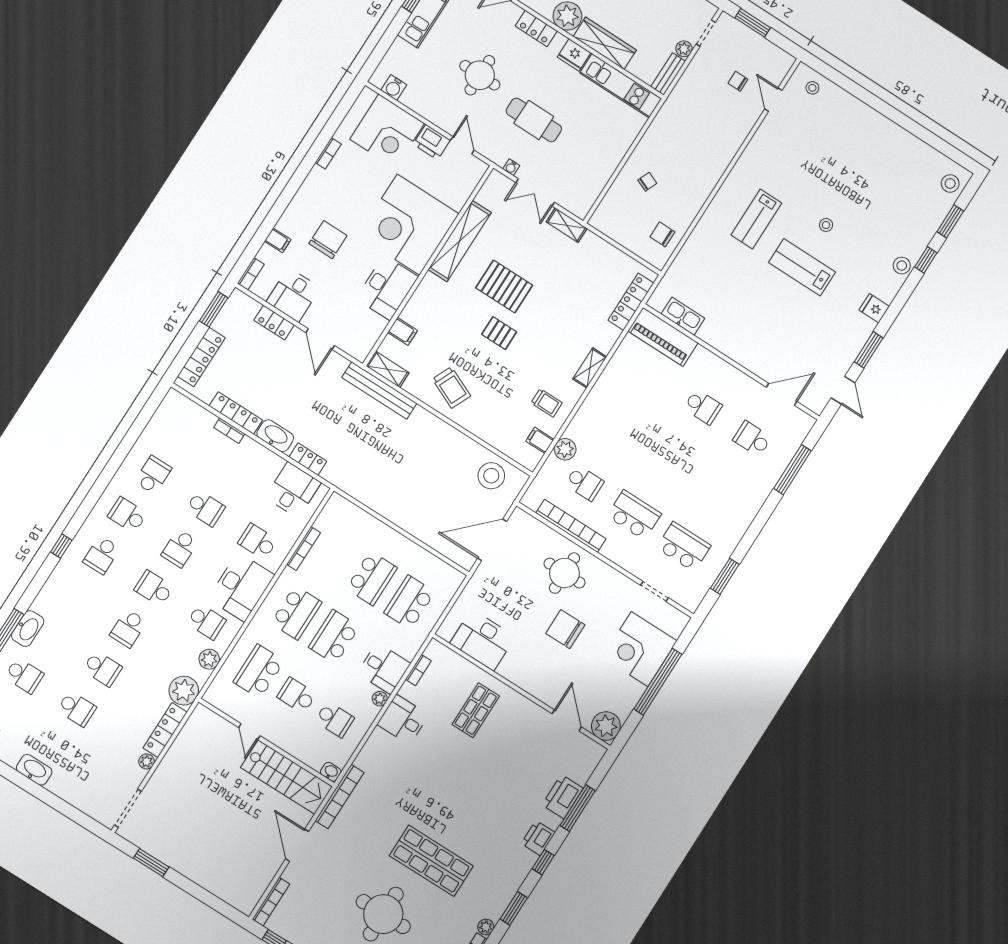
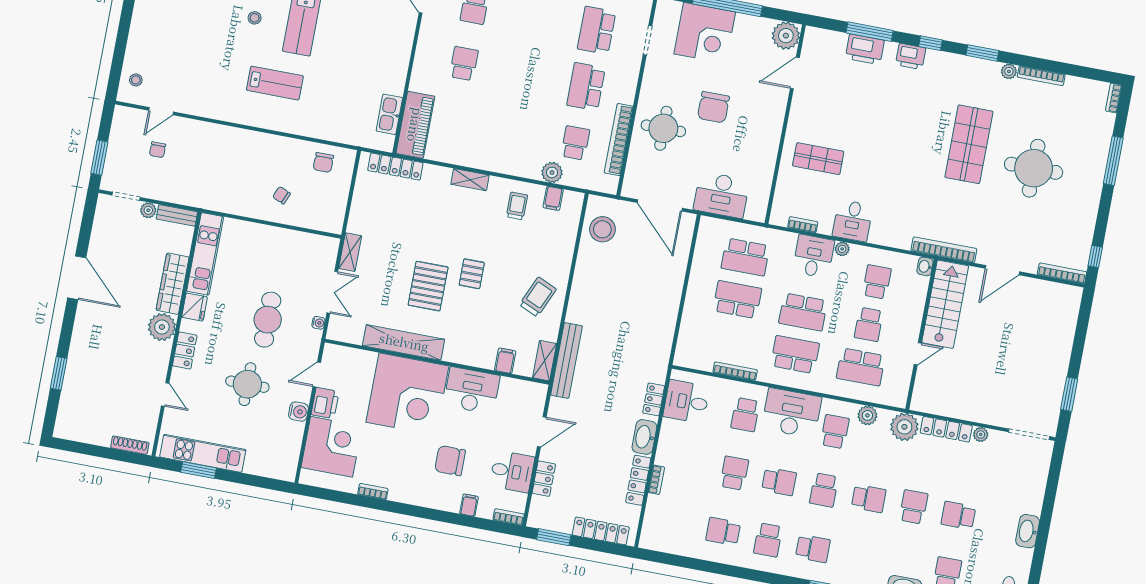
water cooler: (394, 88) -> (299, 412), moved
desk: (483, 640) -> (721, 195), moved, turned 90
school desk: (77, 709) -> (958, 515), turned -90

